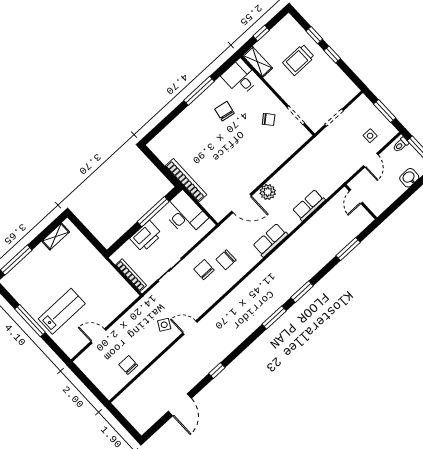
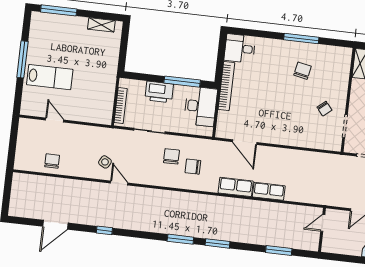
desk: (240, 78) -> (240, 48), moved, turned -90
plant: (268, 192) -> (270, 154), removed
row of seats: (309, 205) -> (269, 191), moved

